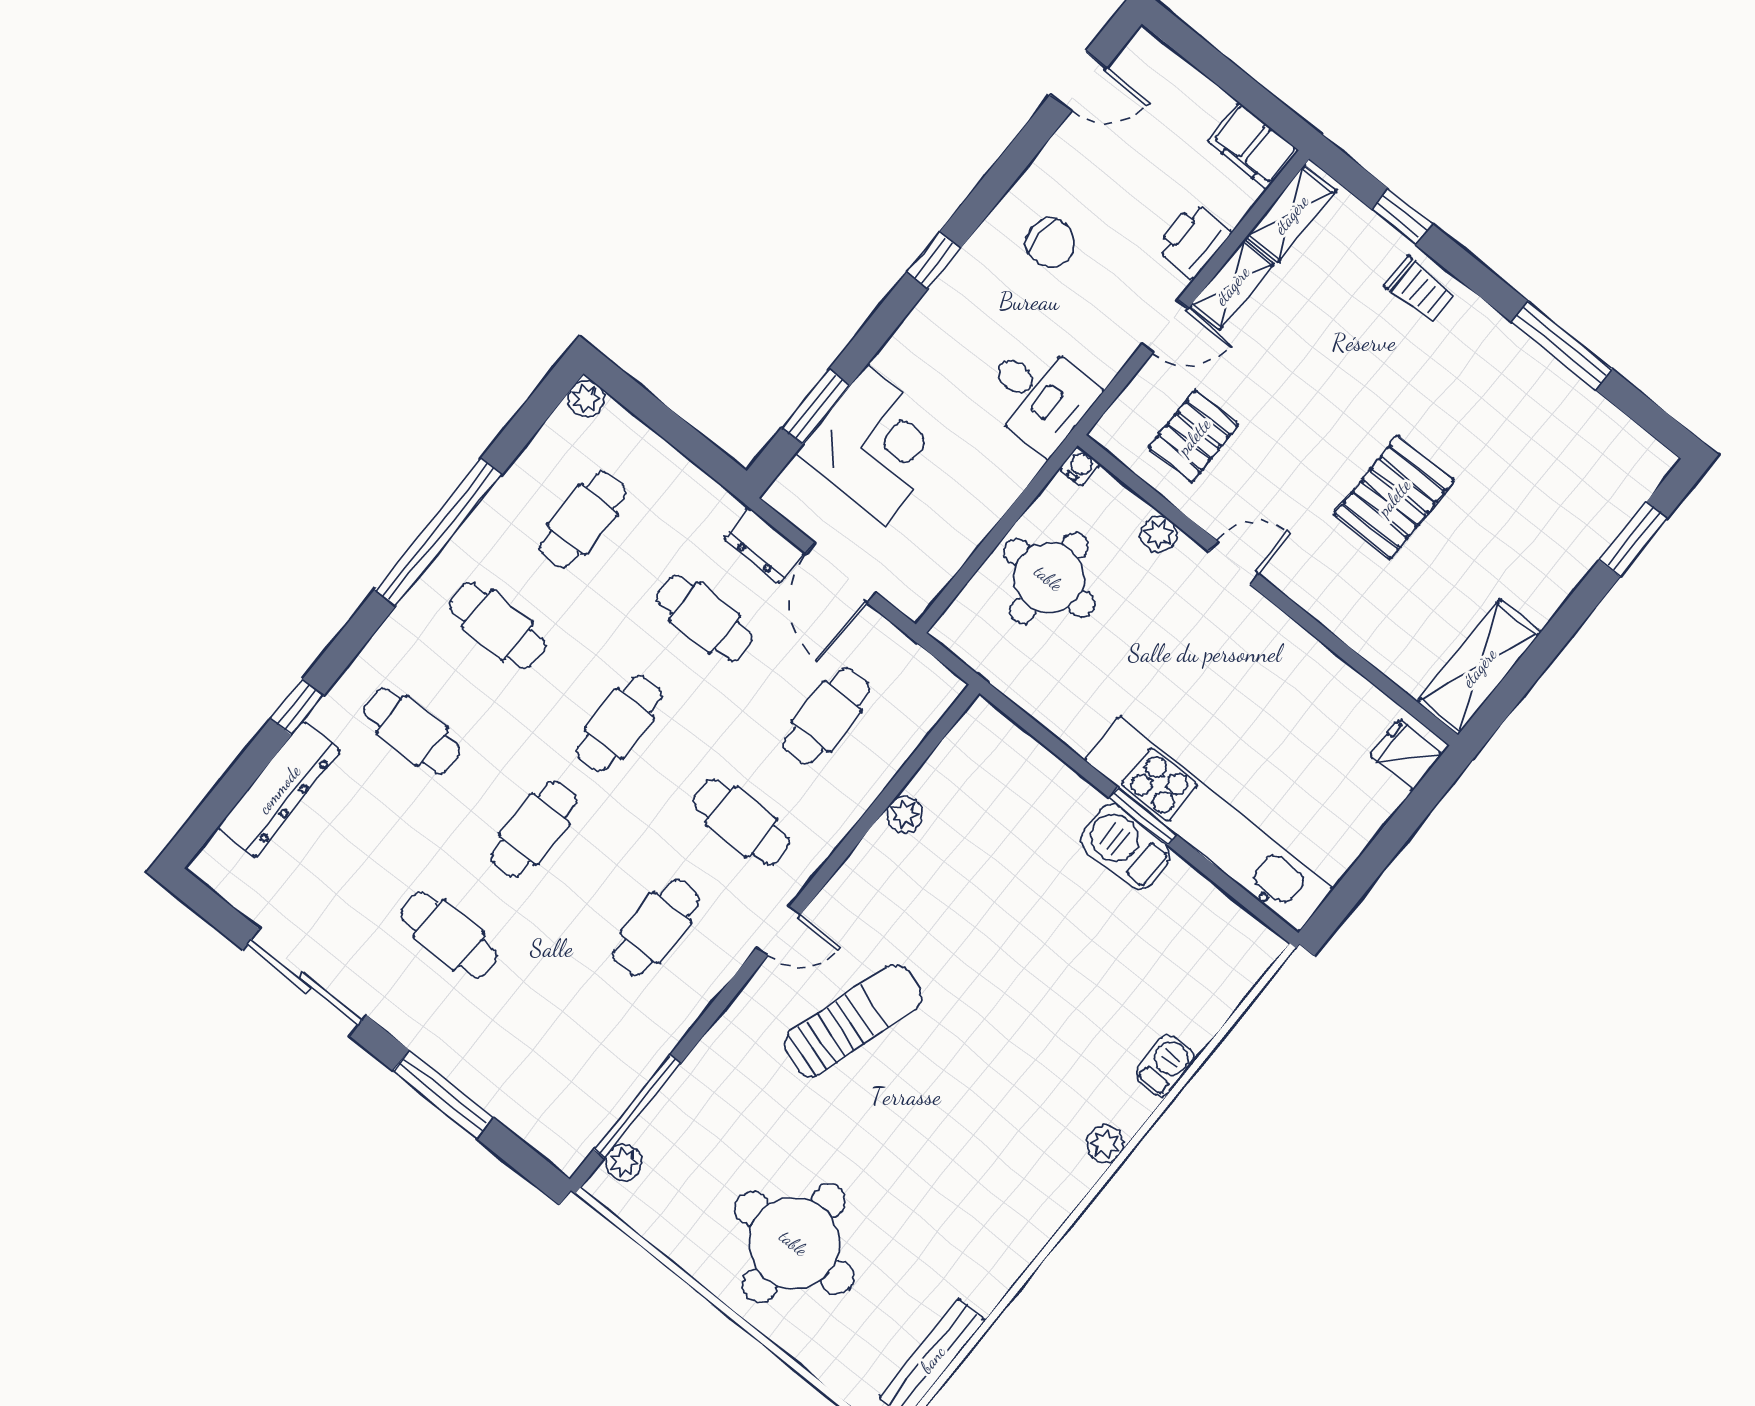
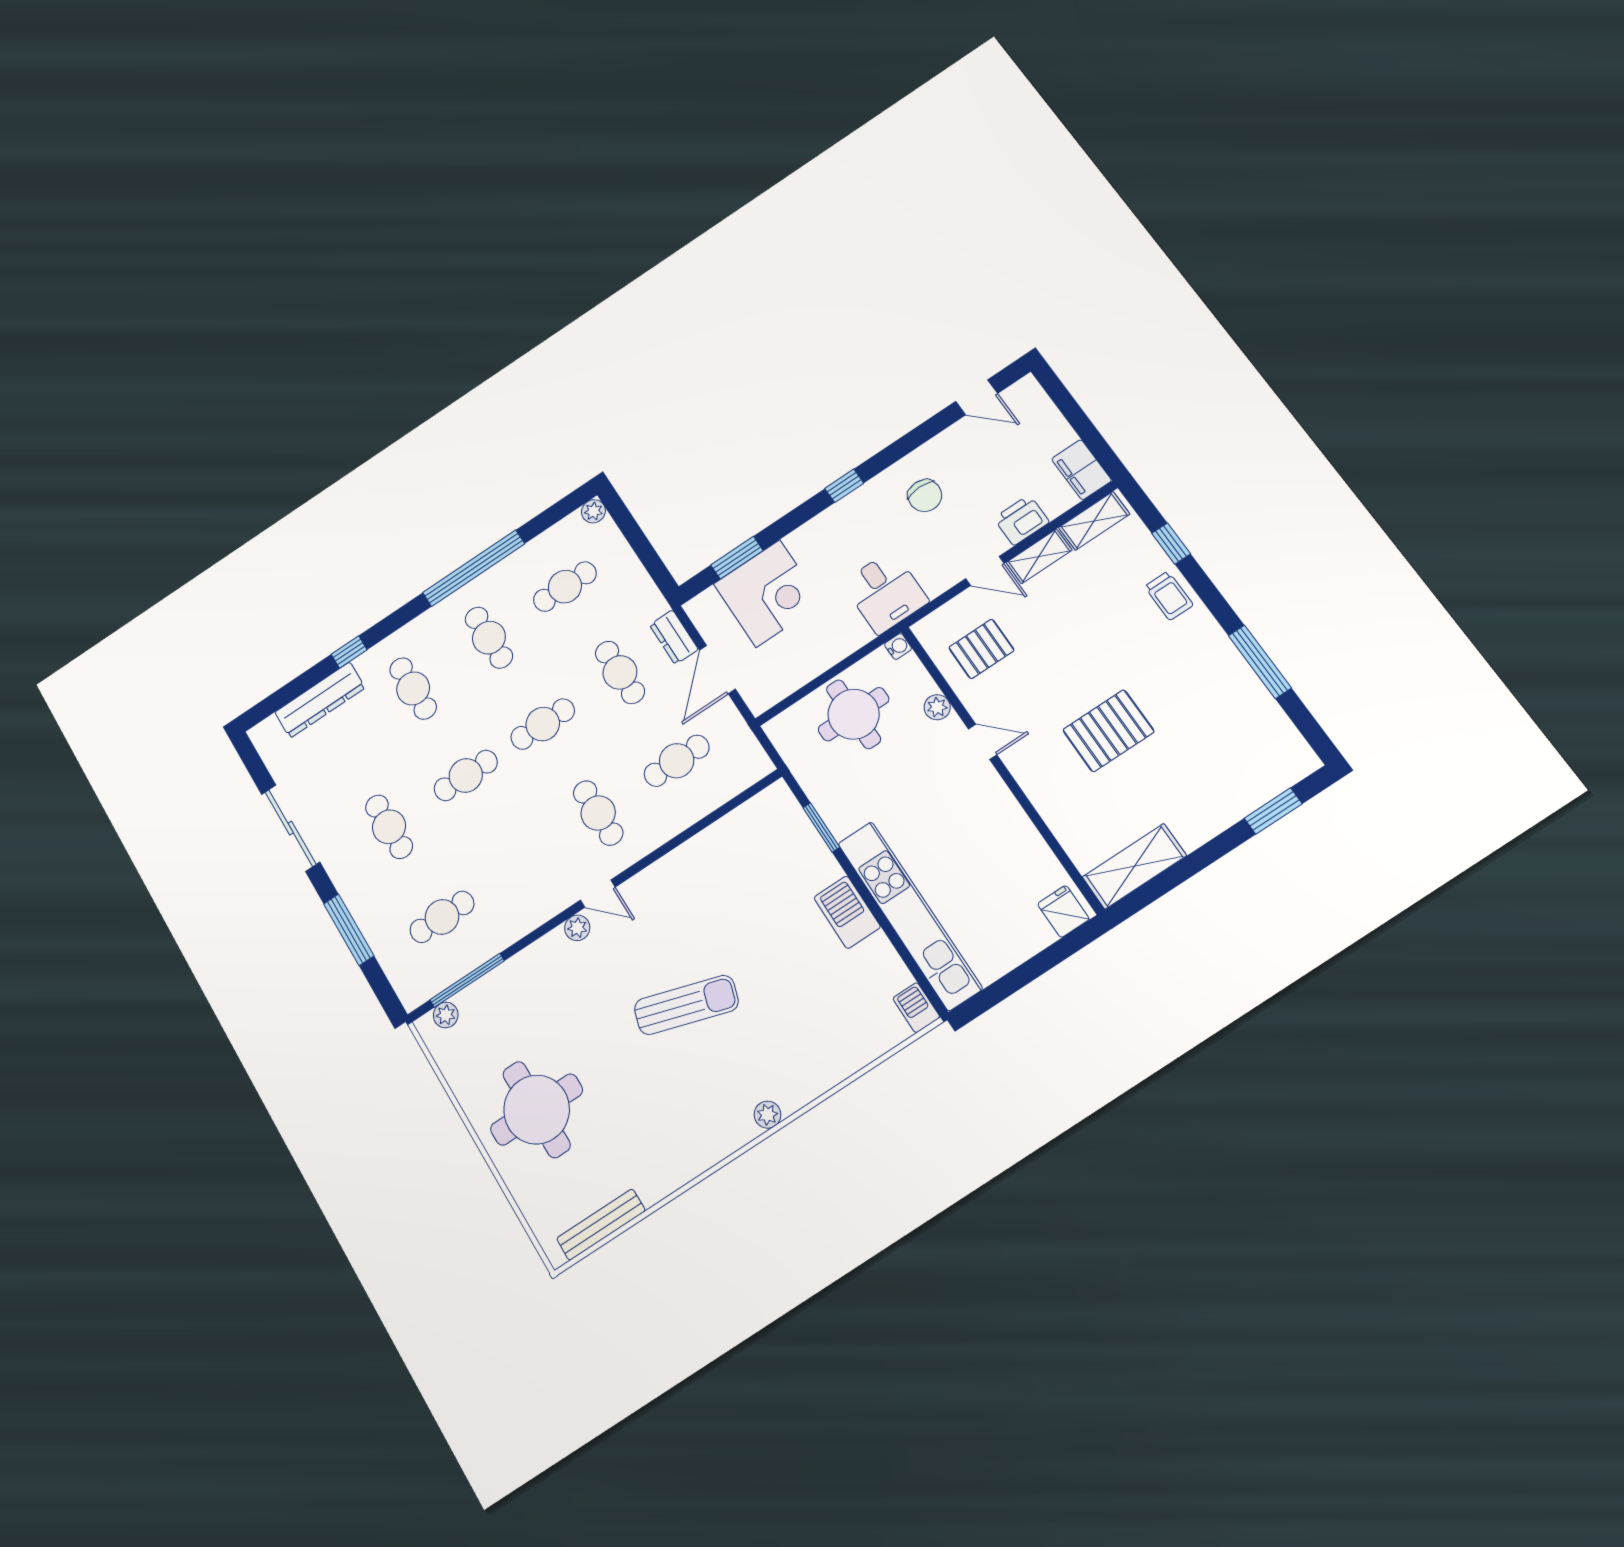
plant: (905, 814) -> (577, 928), moved
window: (1143, 816) -> (821, 828), moved
cafe table: (656, 928) -> (442, 917), moved
sun lounger: (853, 1021) -> (686, 1005), moved
barbecue: (1165, 1066) -> (916, 1008), moved, turned -90

